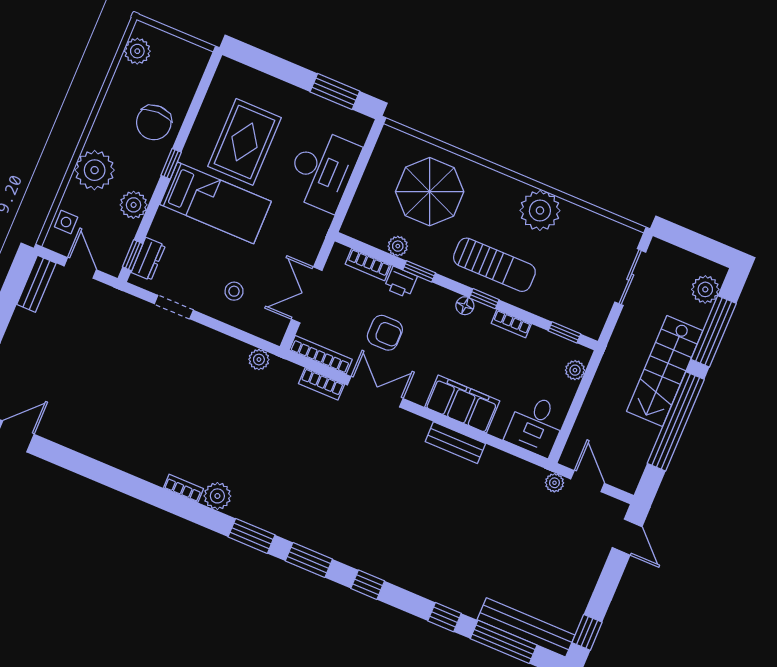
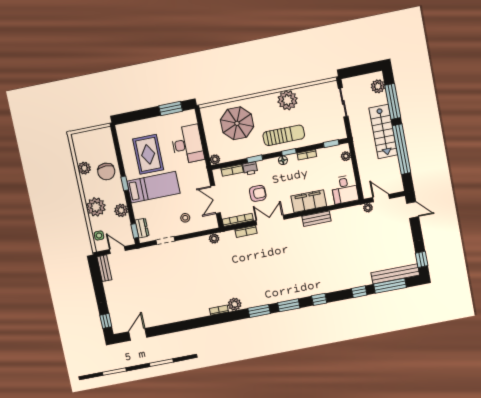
plant: (137, 51) -> (84, 168), moved
plant: (398, 246) -> (215, 159), moved

